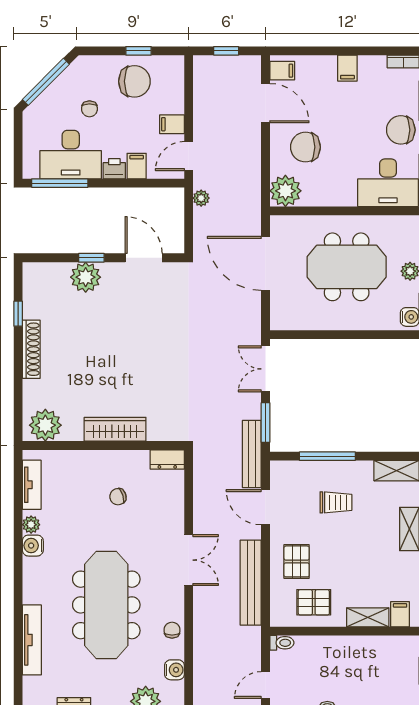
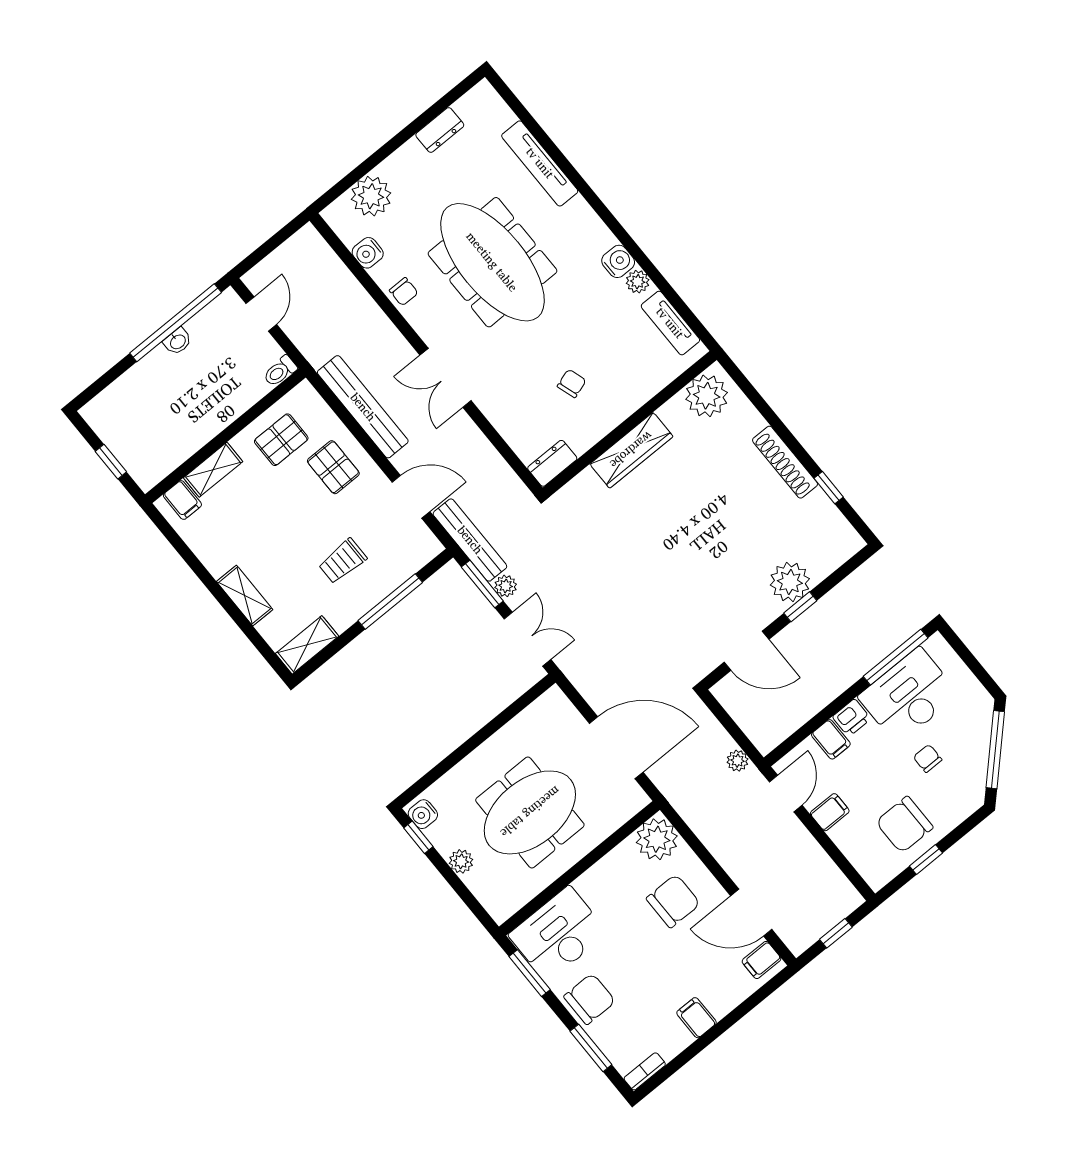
plant: (253, 410) -> (506, 586), added

